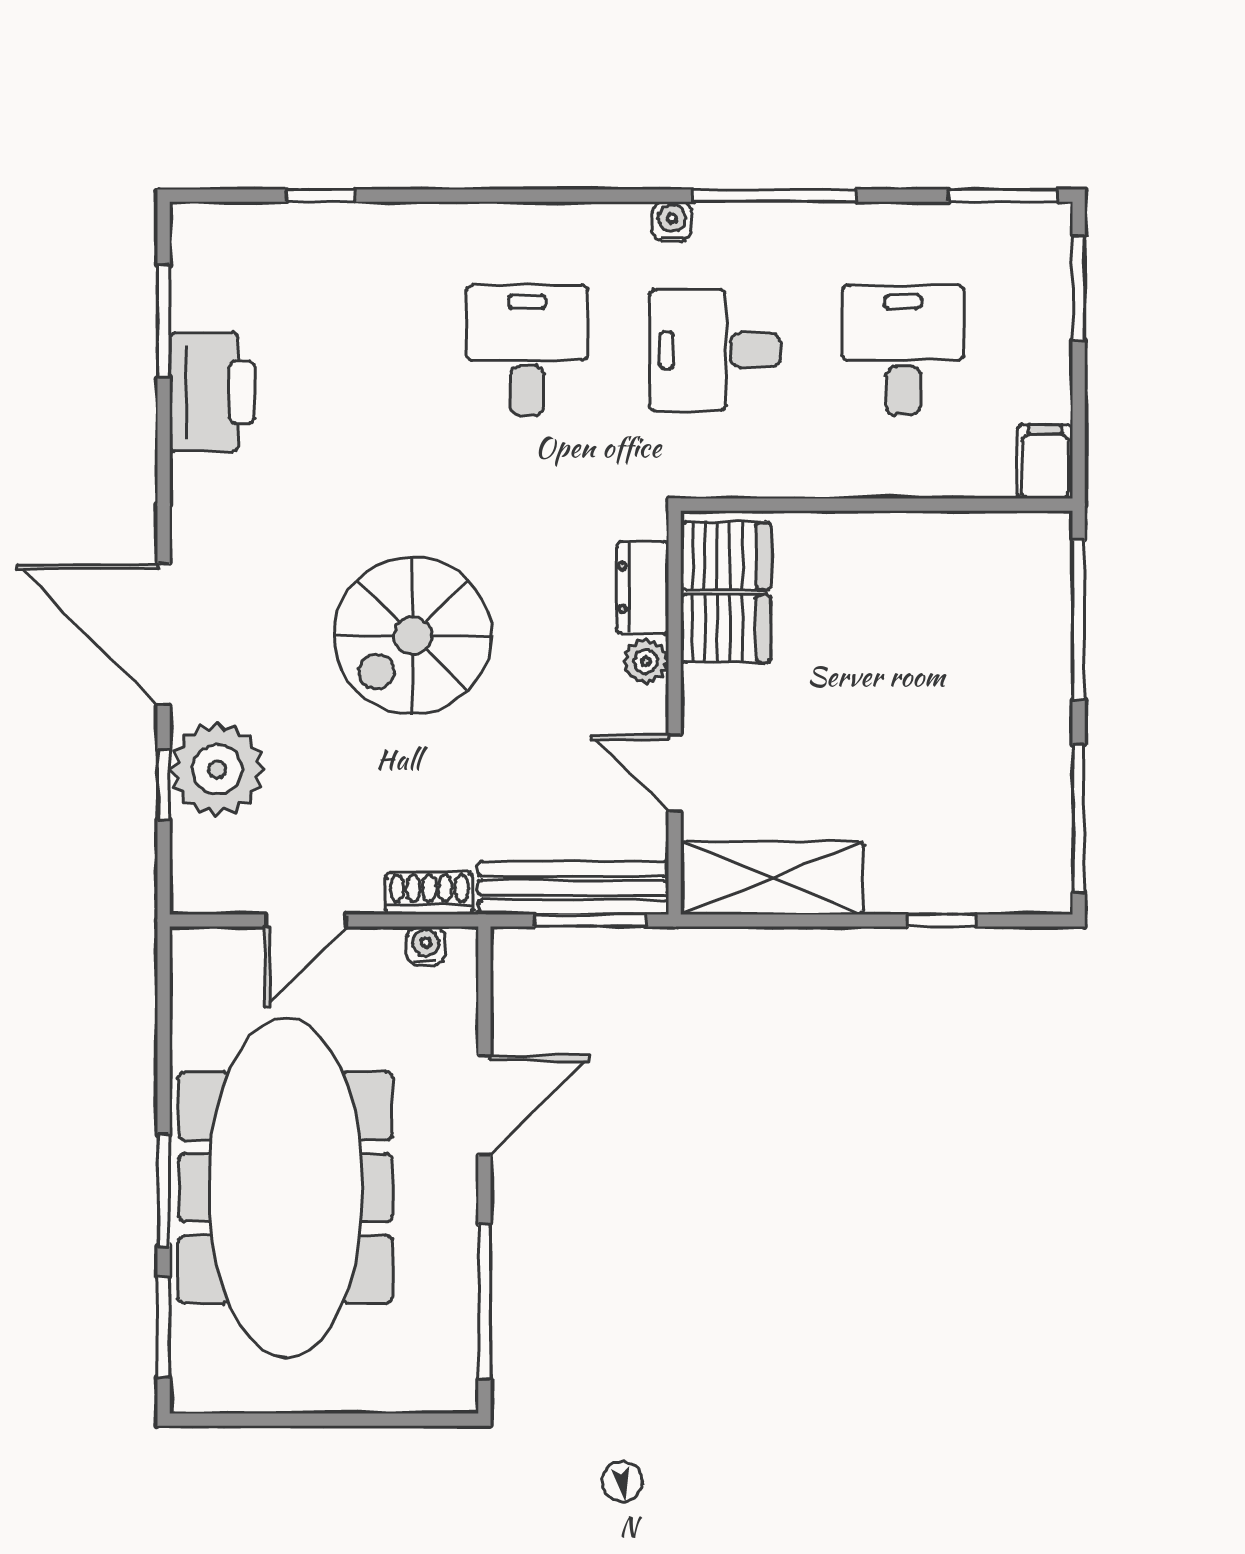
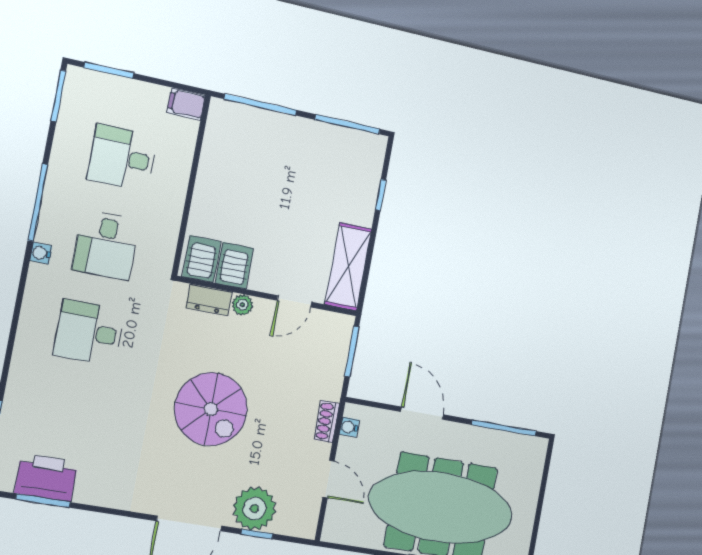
printer: (212, 392) -> (46, 478), moved
bench: (573, 888) -> (336, 356), removed

